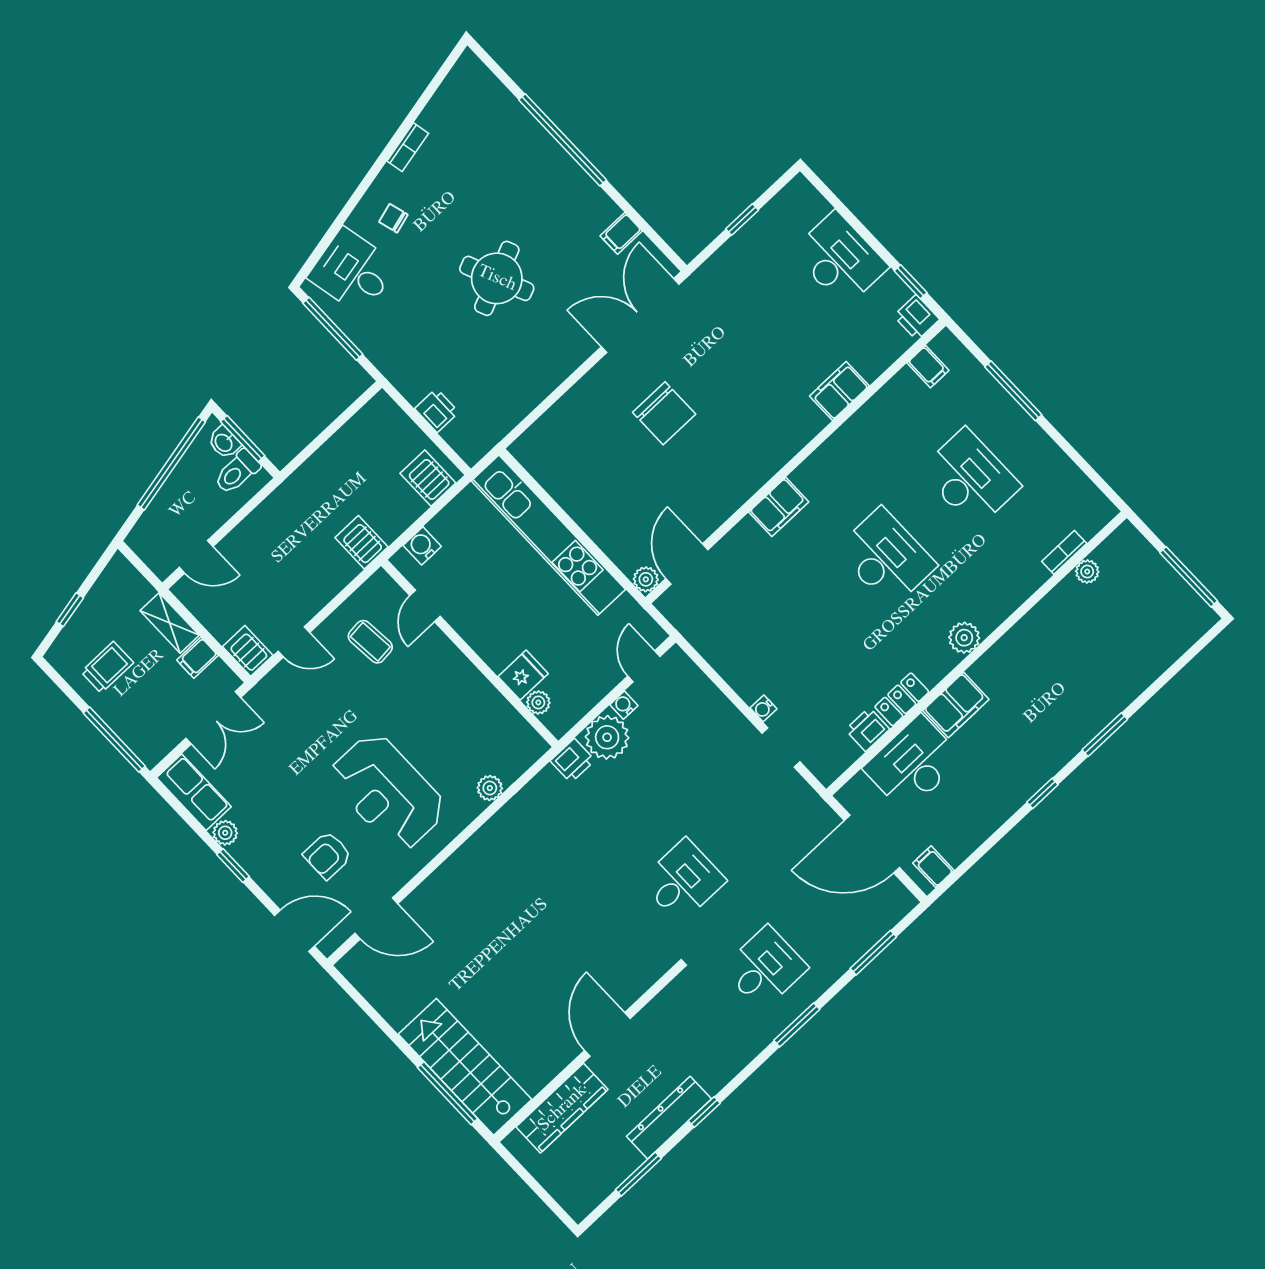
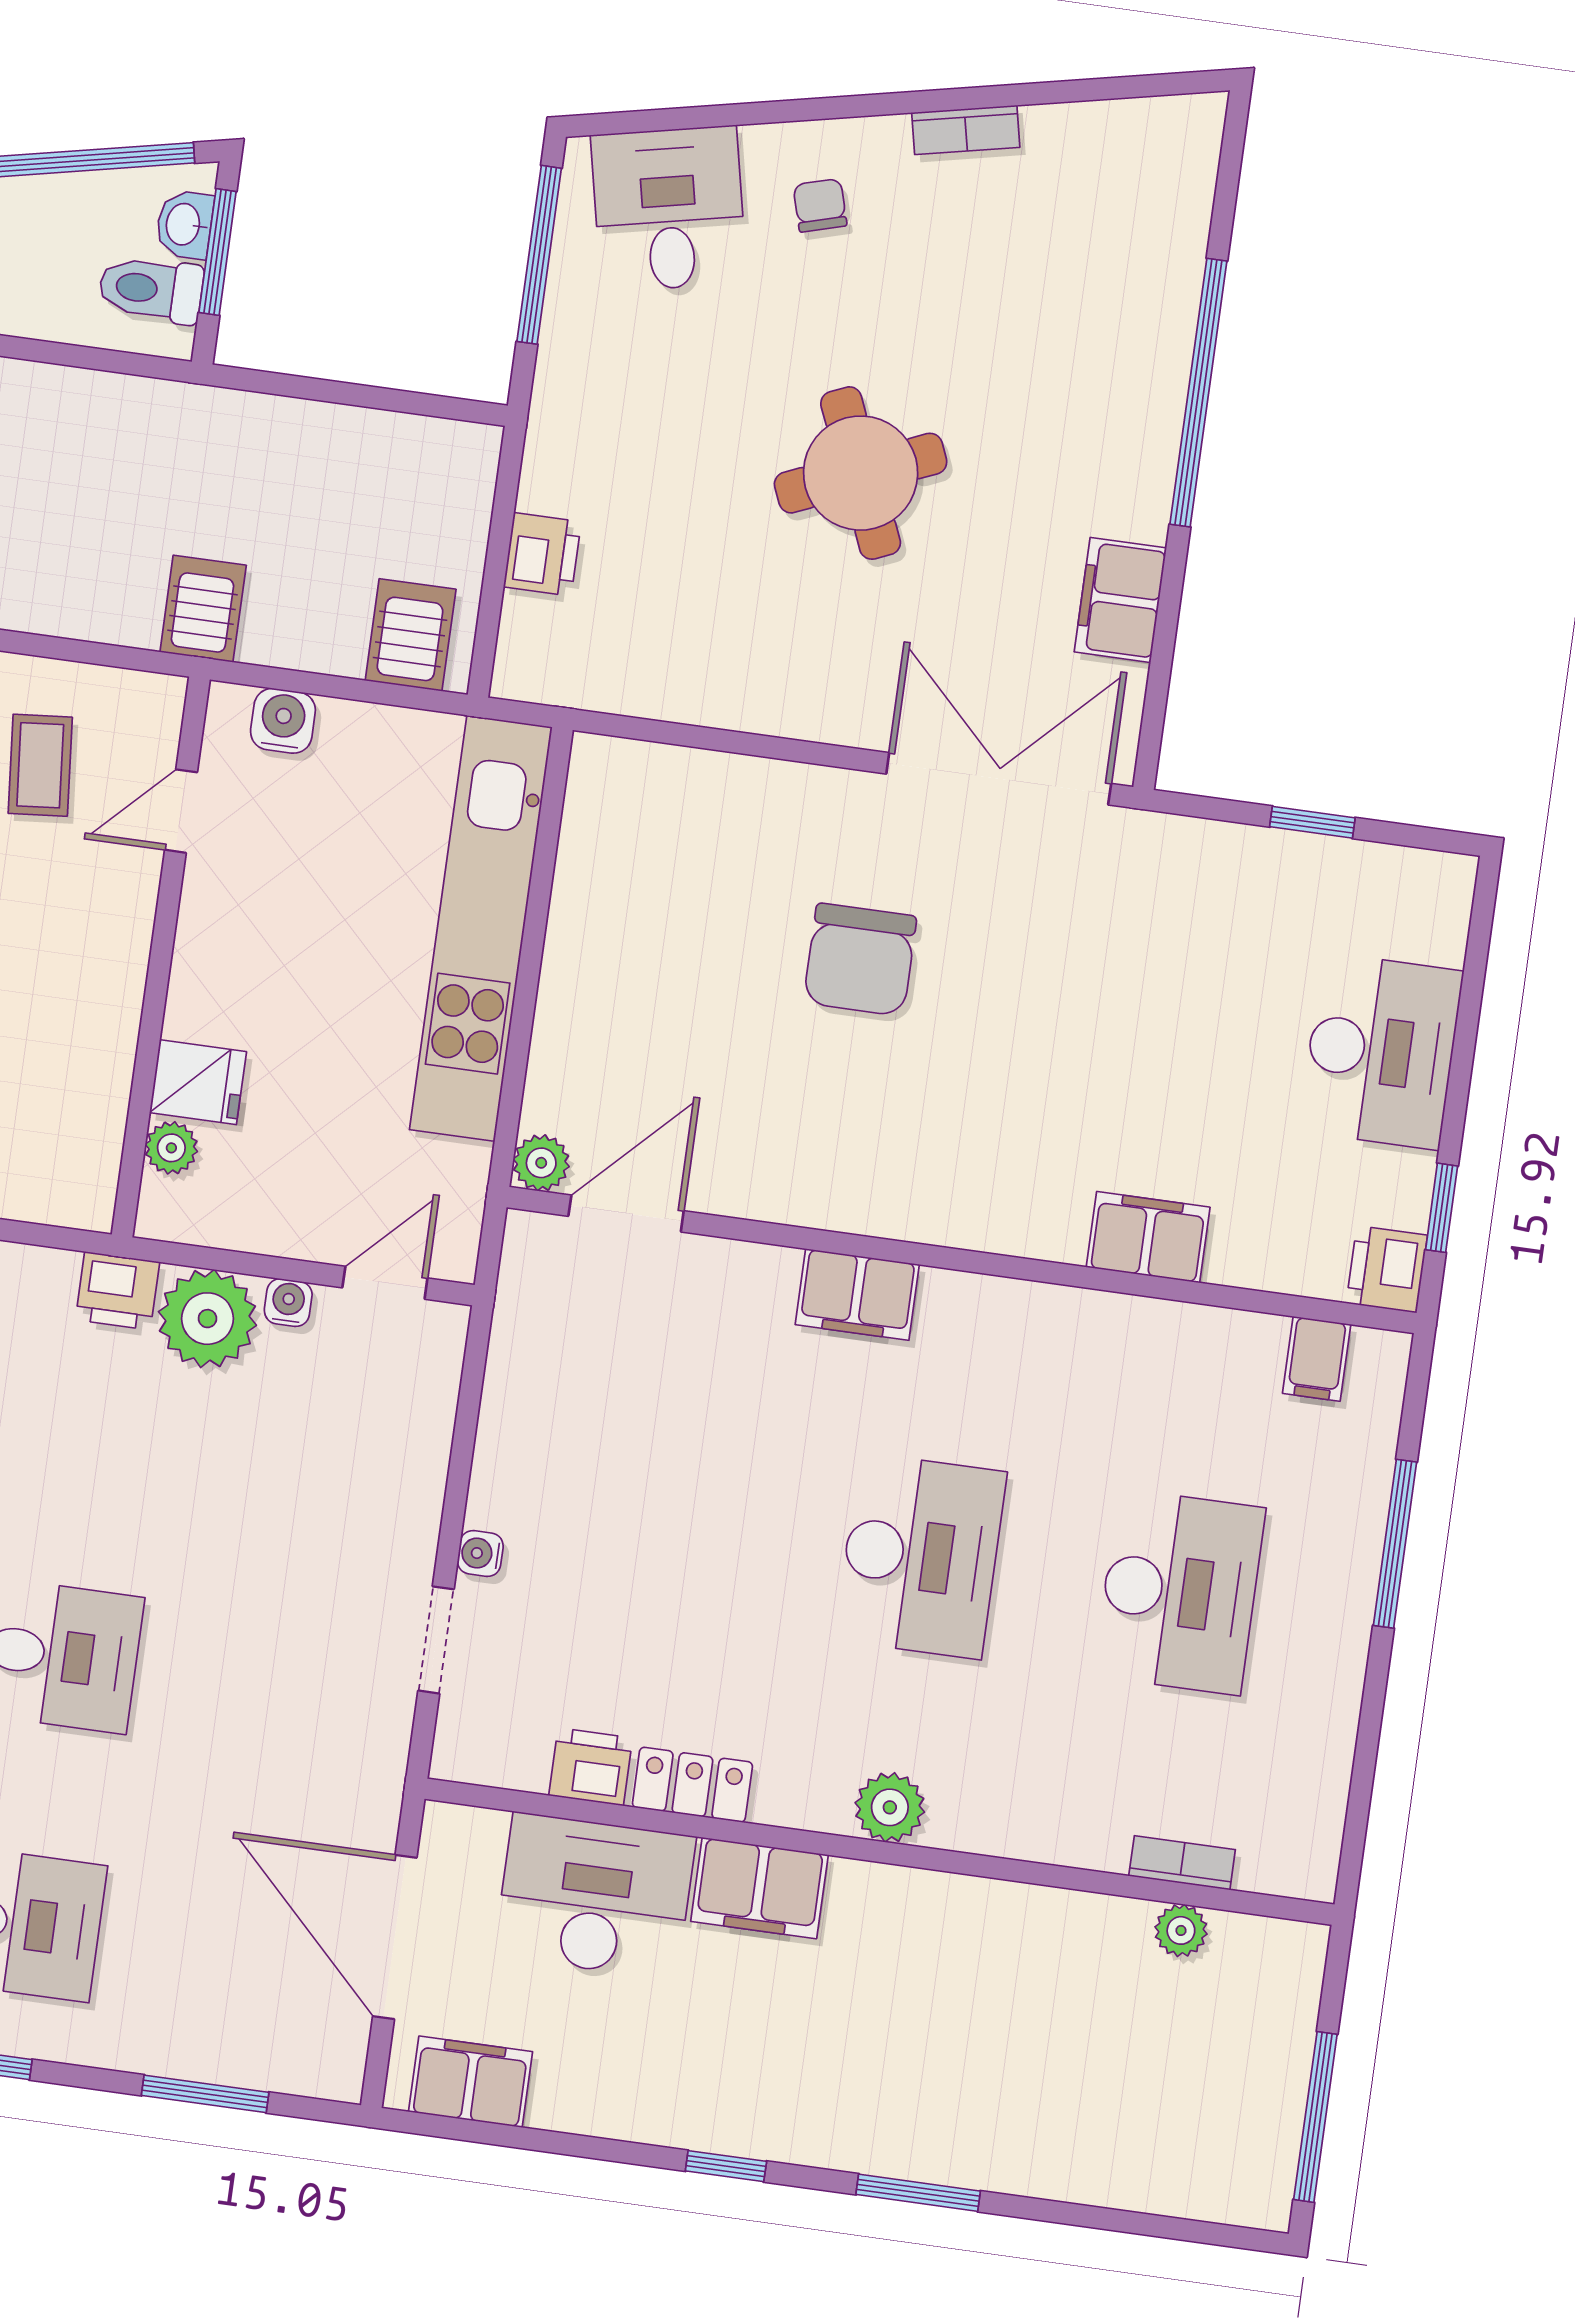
filing cabinet: (621, 233) -> (1120, 600), width x2.00
filing cabinet: (933, 867) -> (471, 2082), width x2.00

